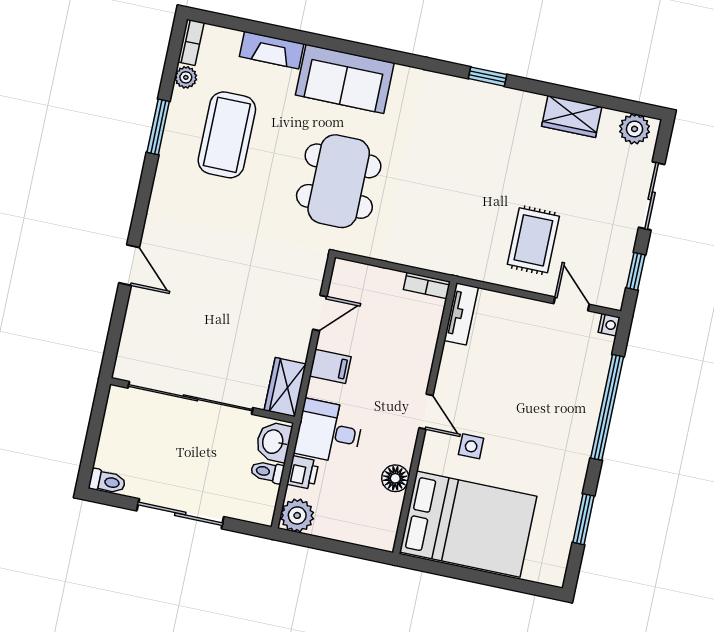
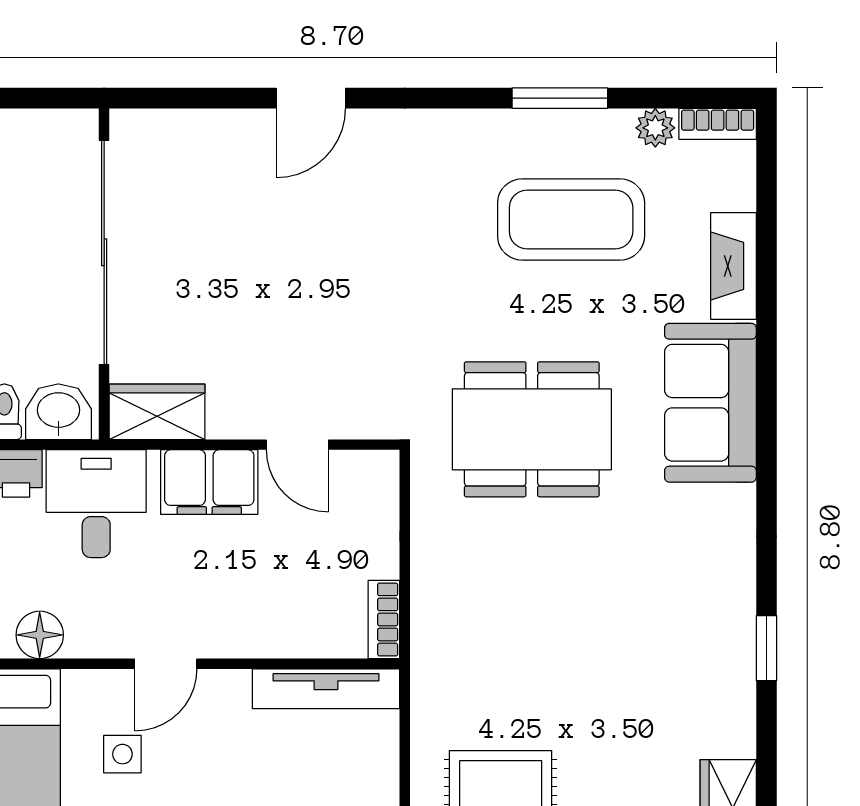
tv unit: (461, 314) -> (326, 689), width x1.41
filing cabinet: (330, 366) -> (209, 482), width x2.00

